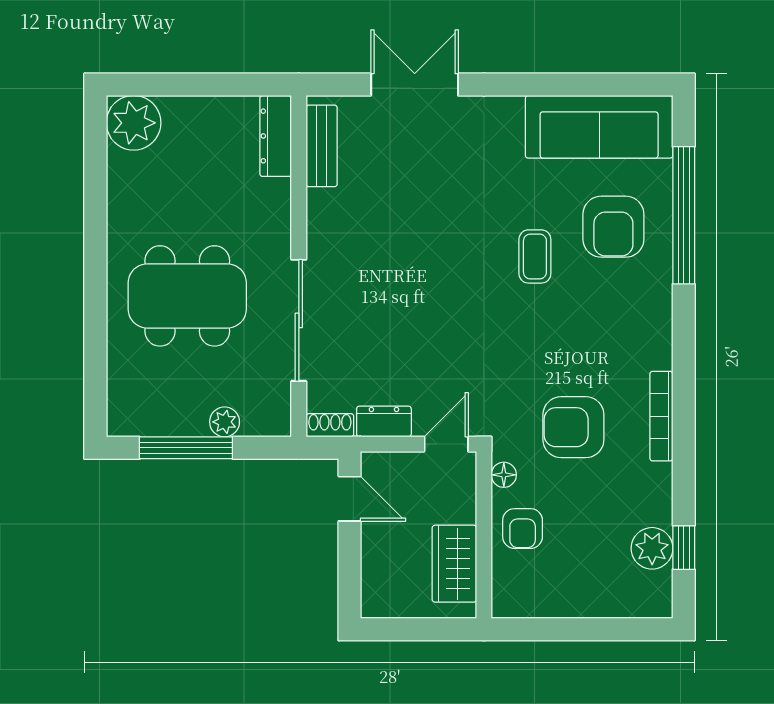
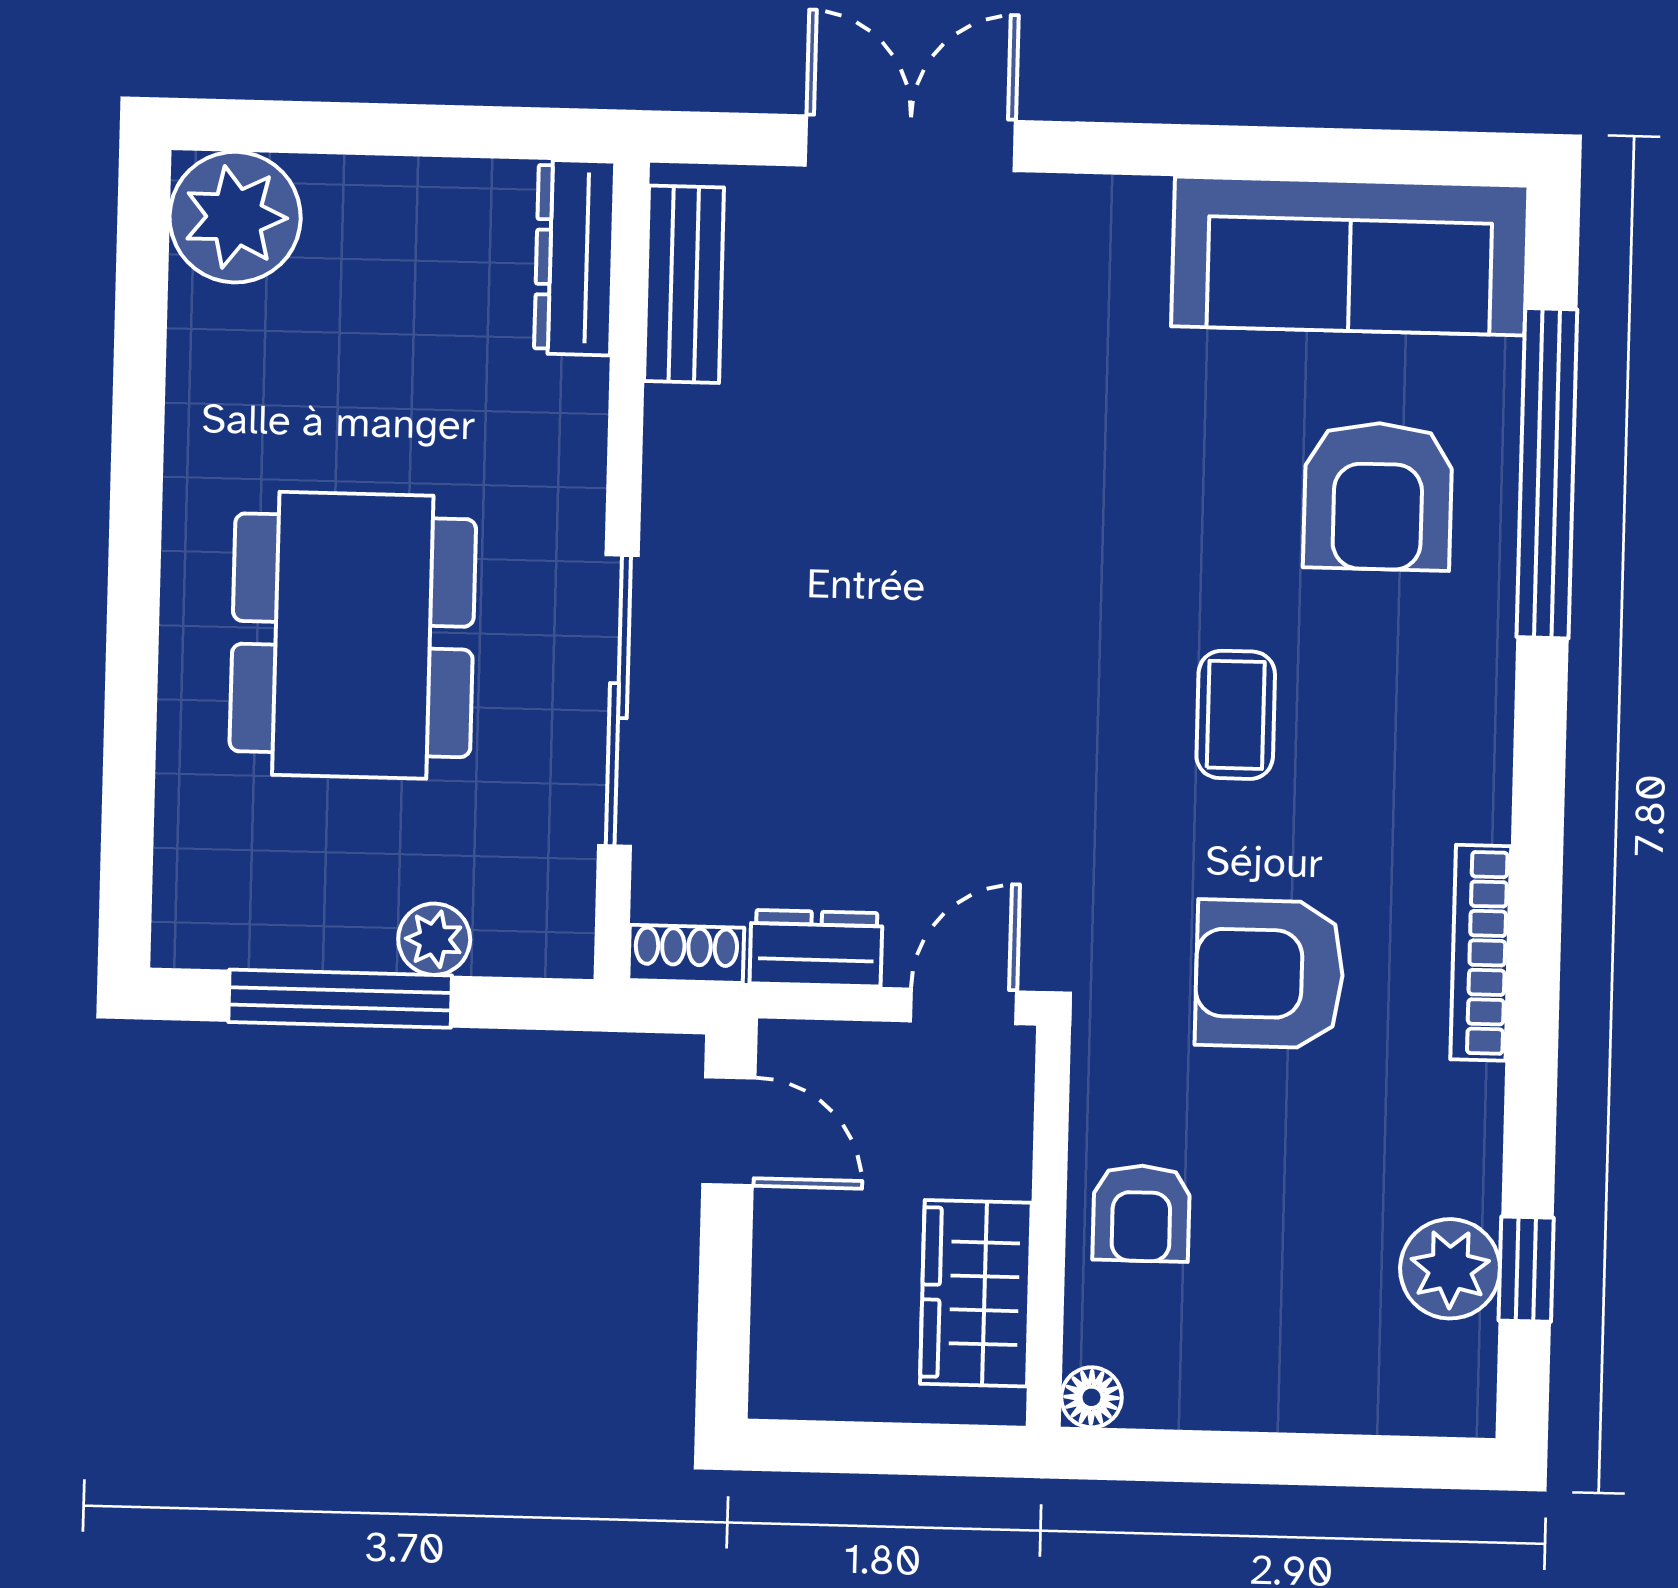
coffee table: (535, 256) -> (1236, 715), moved
dining table: (187, 296) -> (353, 635), turned 90
floor lamp: (504, 475) -> (1092, 1397), moved

